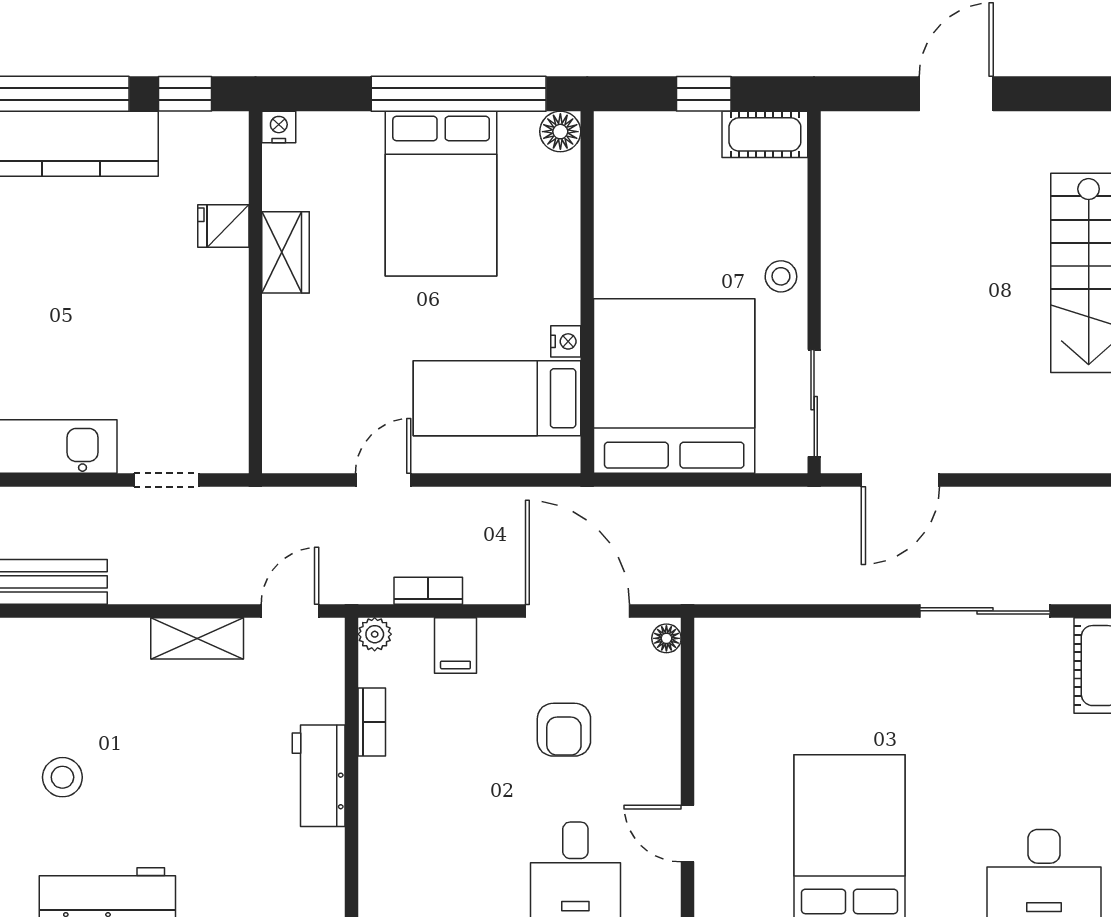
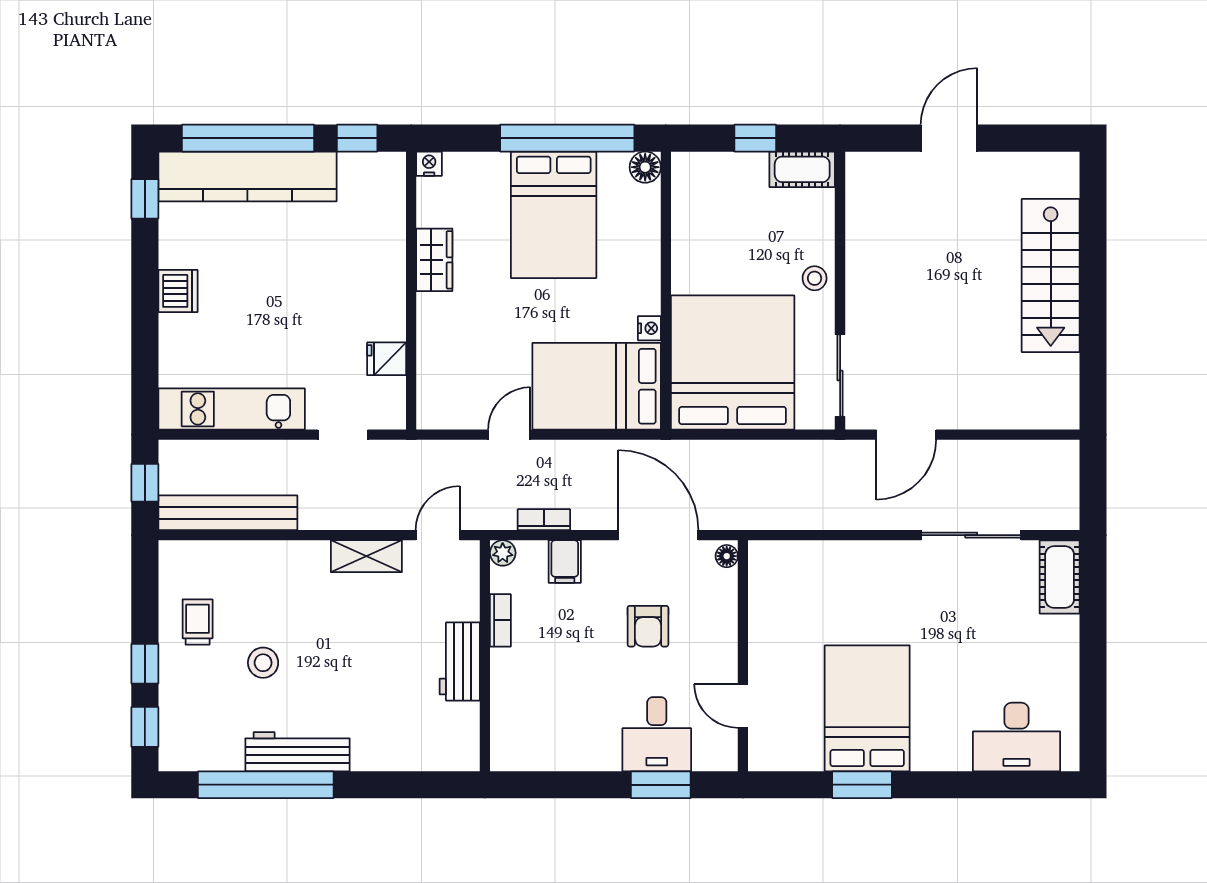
fridge: (223, 226) -> (387, 359), moved
bed: (497, 398) -> (597, 386), width x1.50

